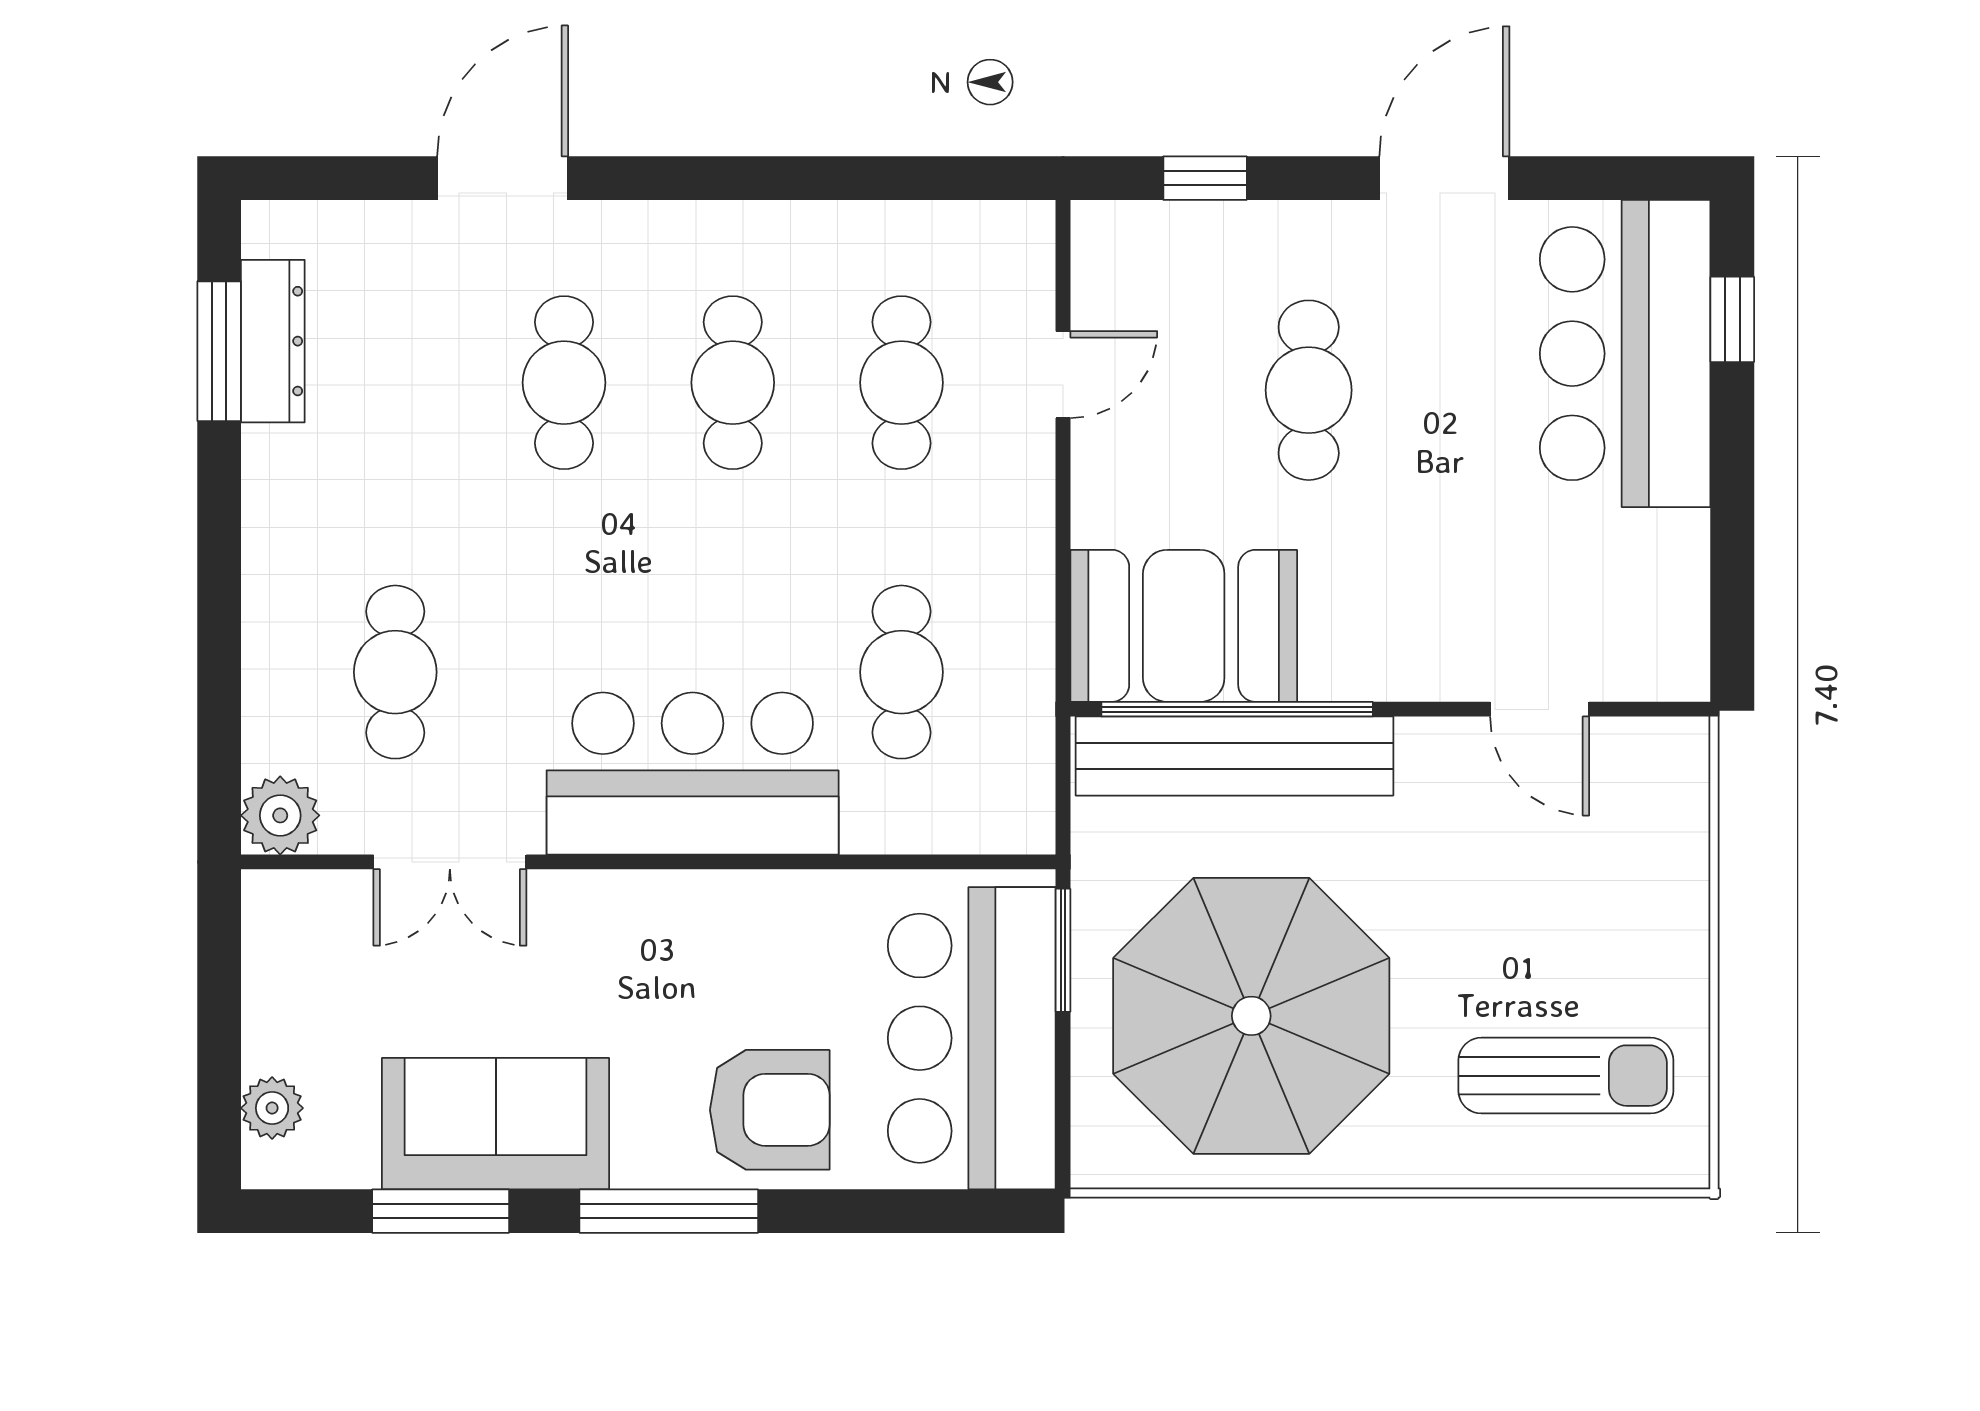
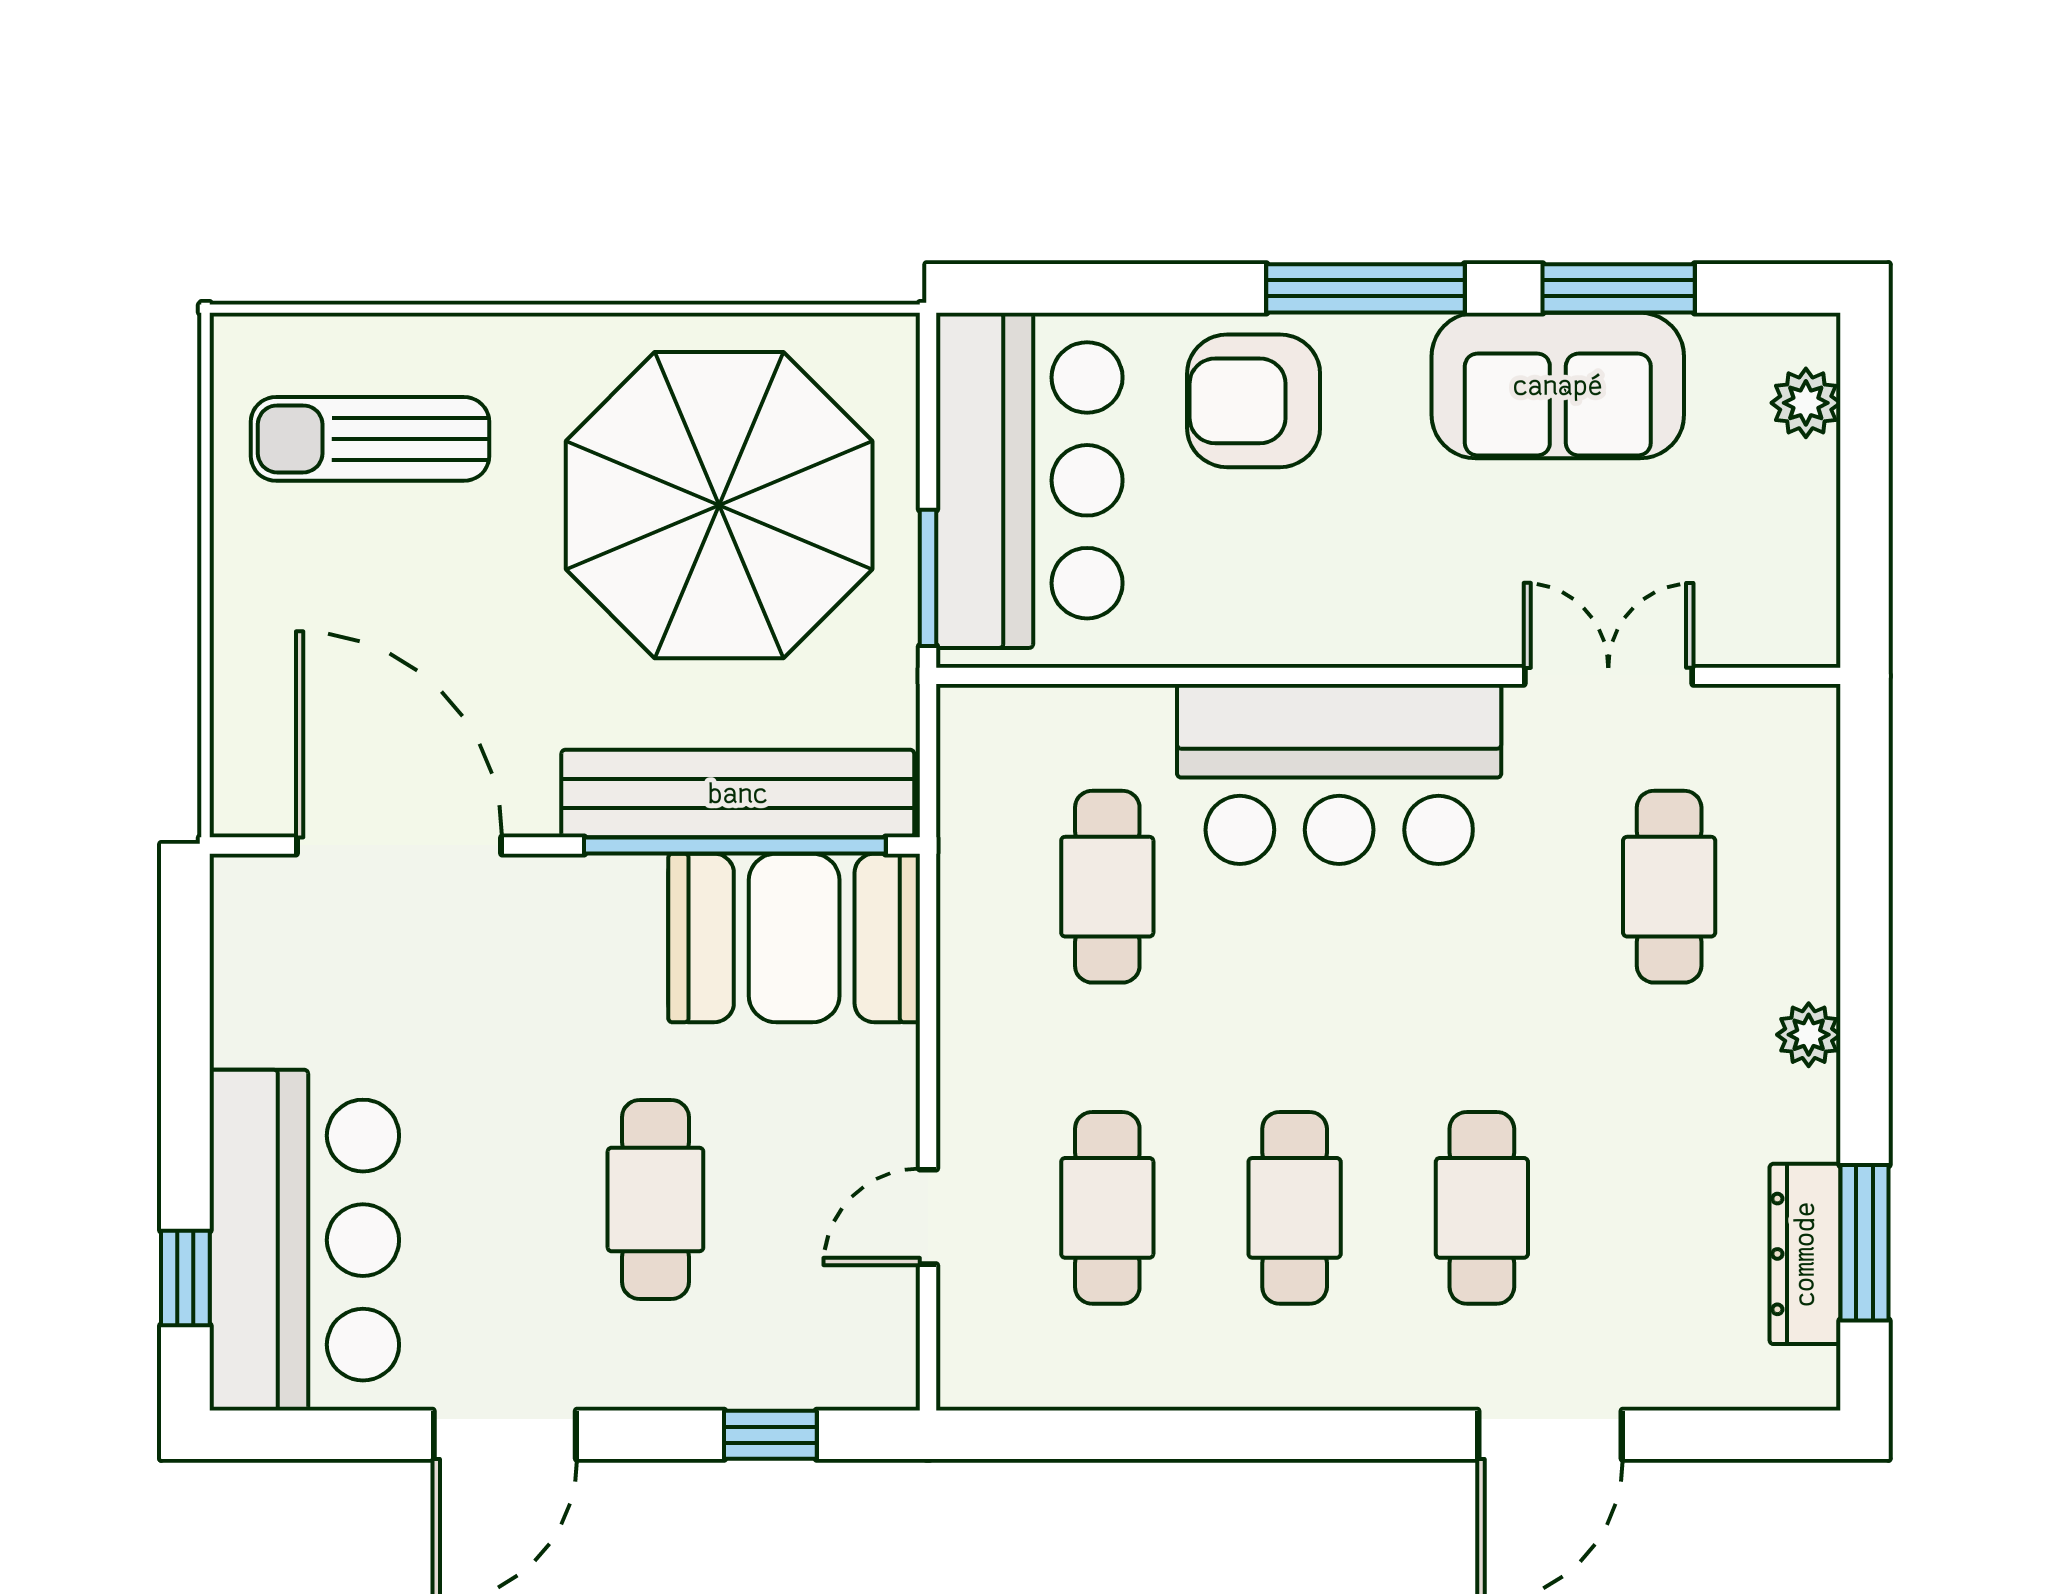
door: (1540, 709) -> (399, 845), width x1.87
plant: (280, 815) -> (1809, 1035), moved, width x0.73, depth x0.73

